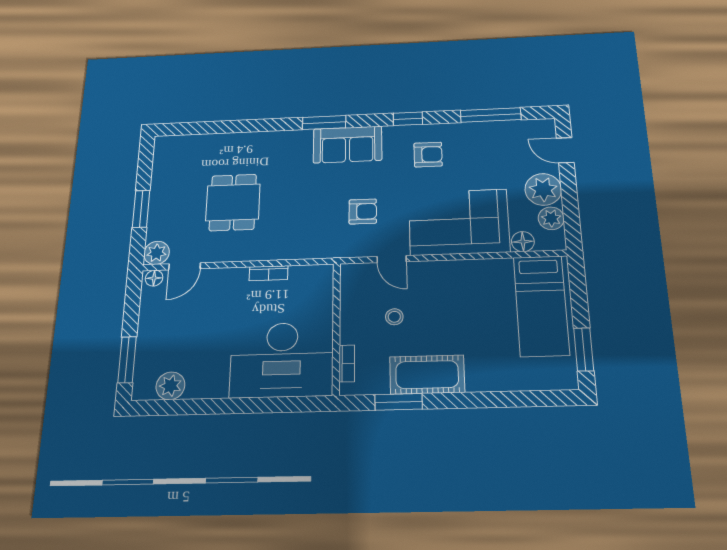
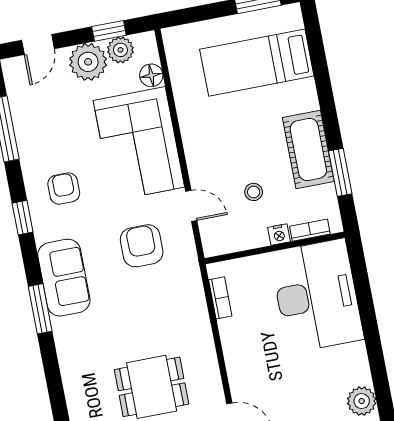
armchair: (363, 211) -> (142, 246), width x1.38, depth x1.38
window: (571, 211) -> (109, 31), added
door: (392, 259) -> (191, 206), hinge flipped
bookcase: (269, 273) -> (220, 298), moved
bed: (541, 306) -> (257, 63), moved, turned 180
nightstand: (348, 334) -> (279, 235), added

